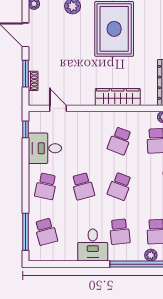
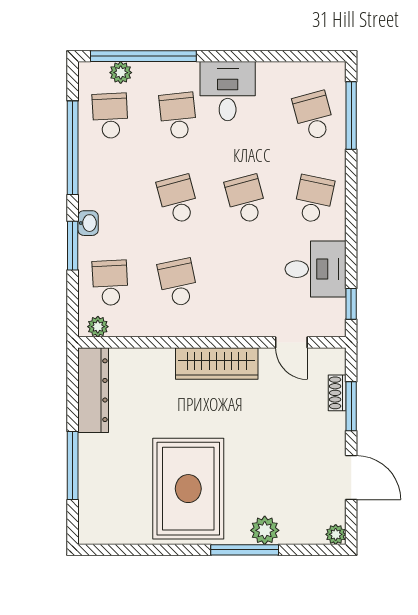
wardrobe: (118, 97) -> (217, 364), moved
school desk: (120, 141) -> (178, 283), turned -33
school desk: (120, 186) -> (178, 199), turned -36

